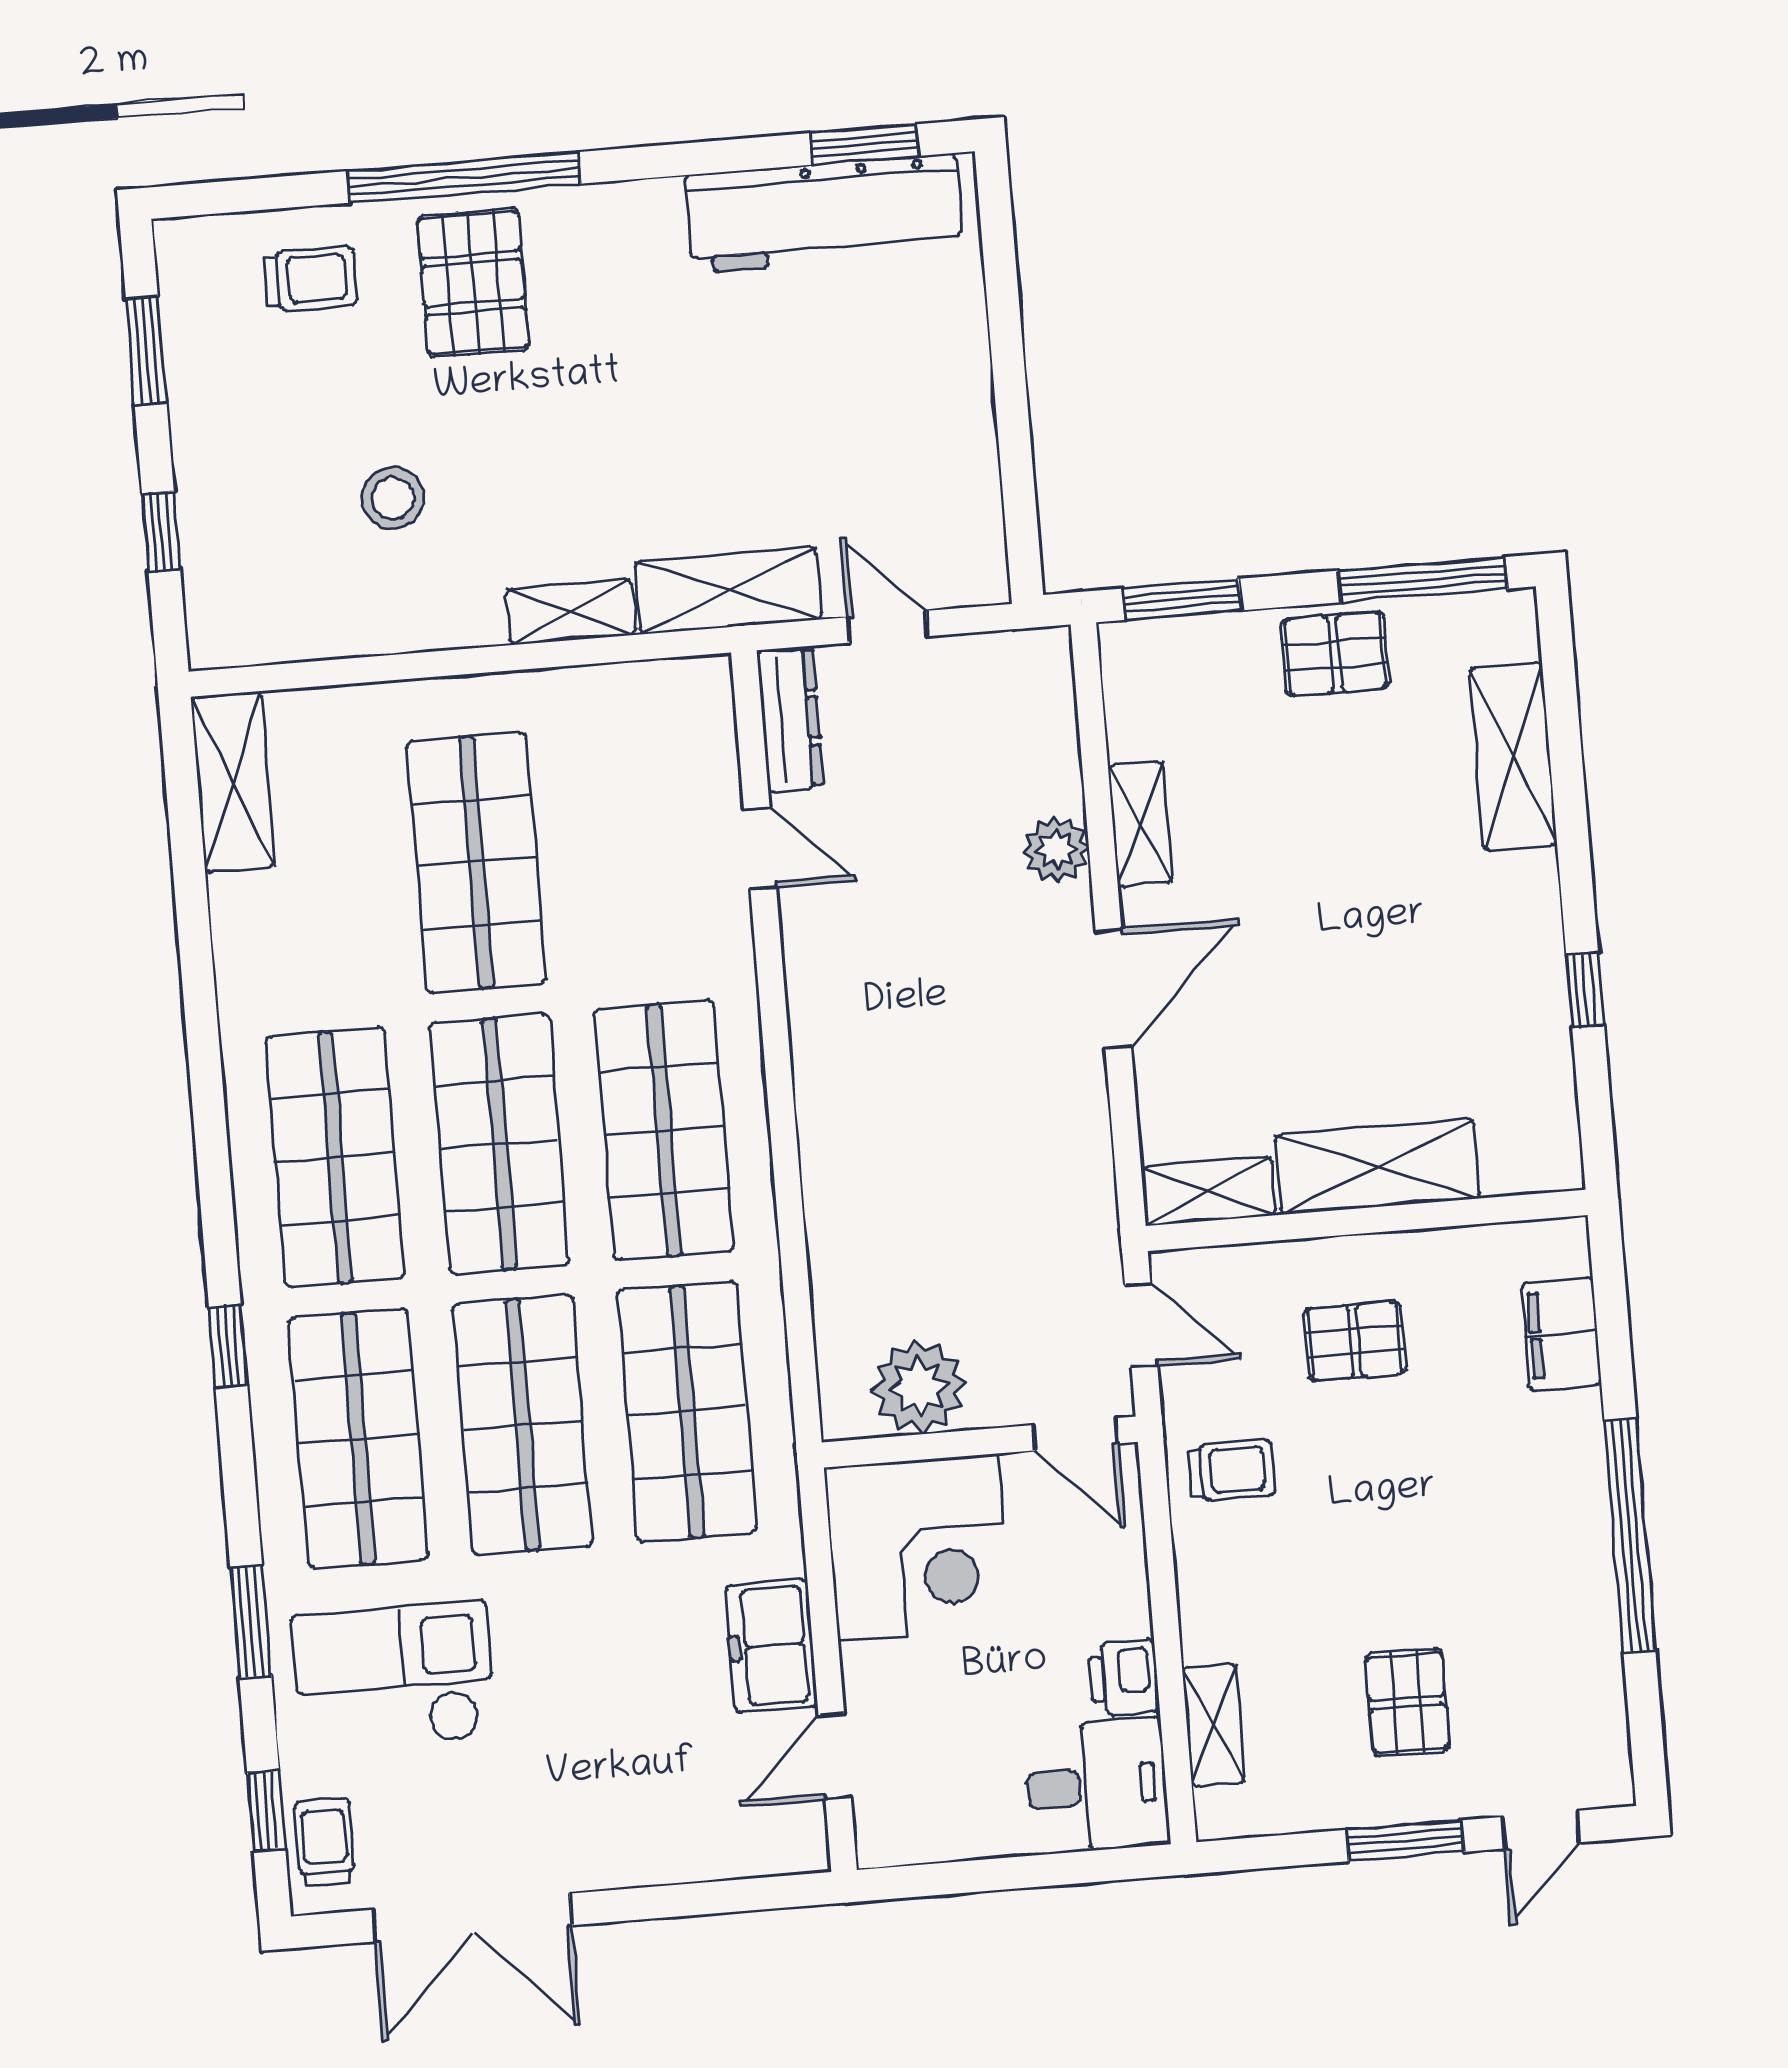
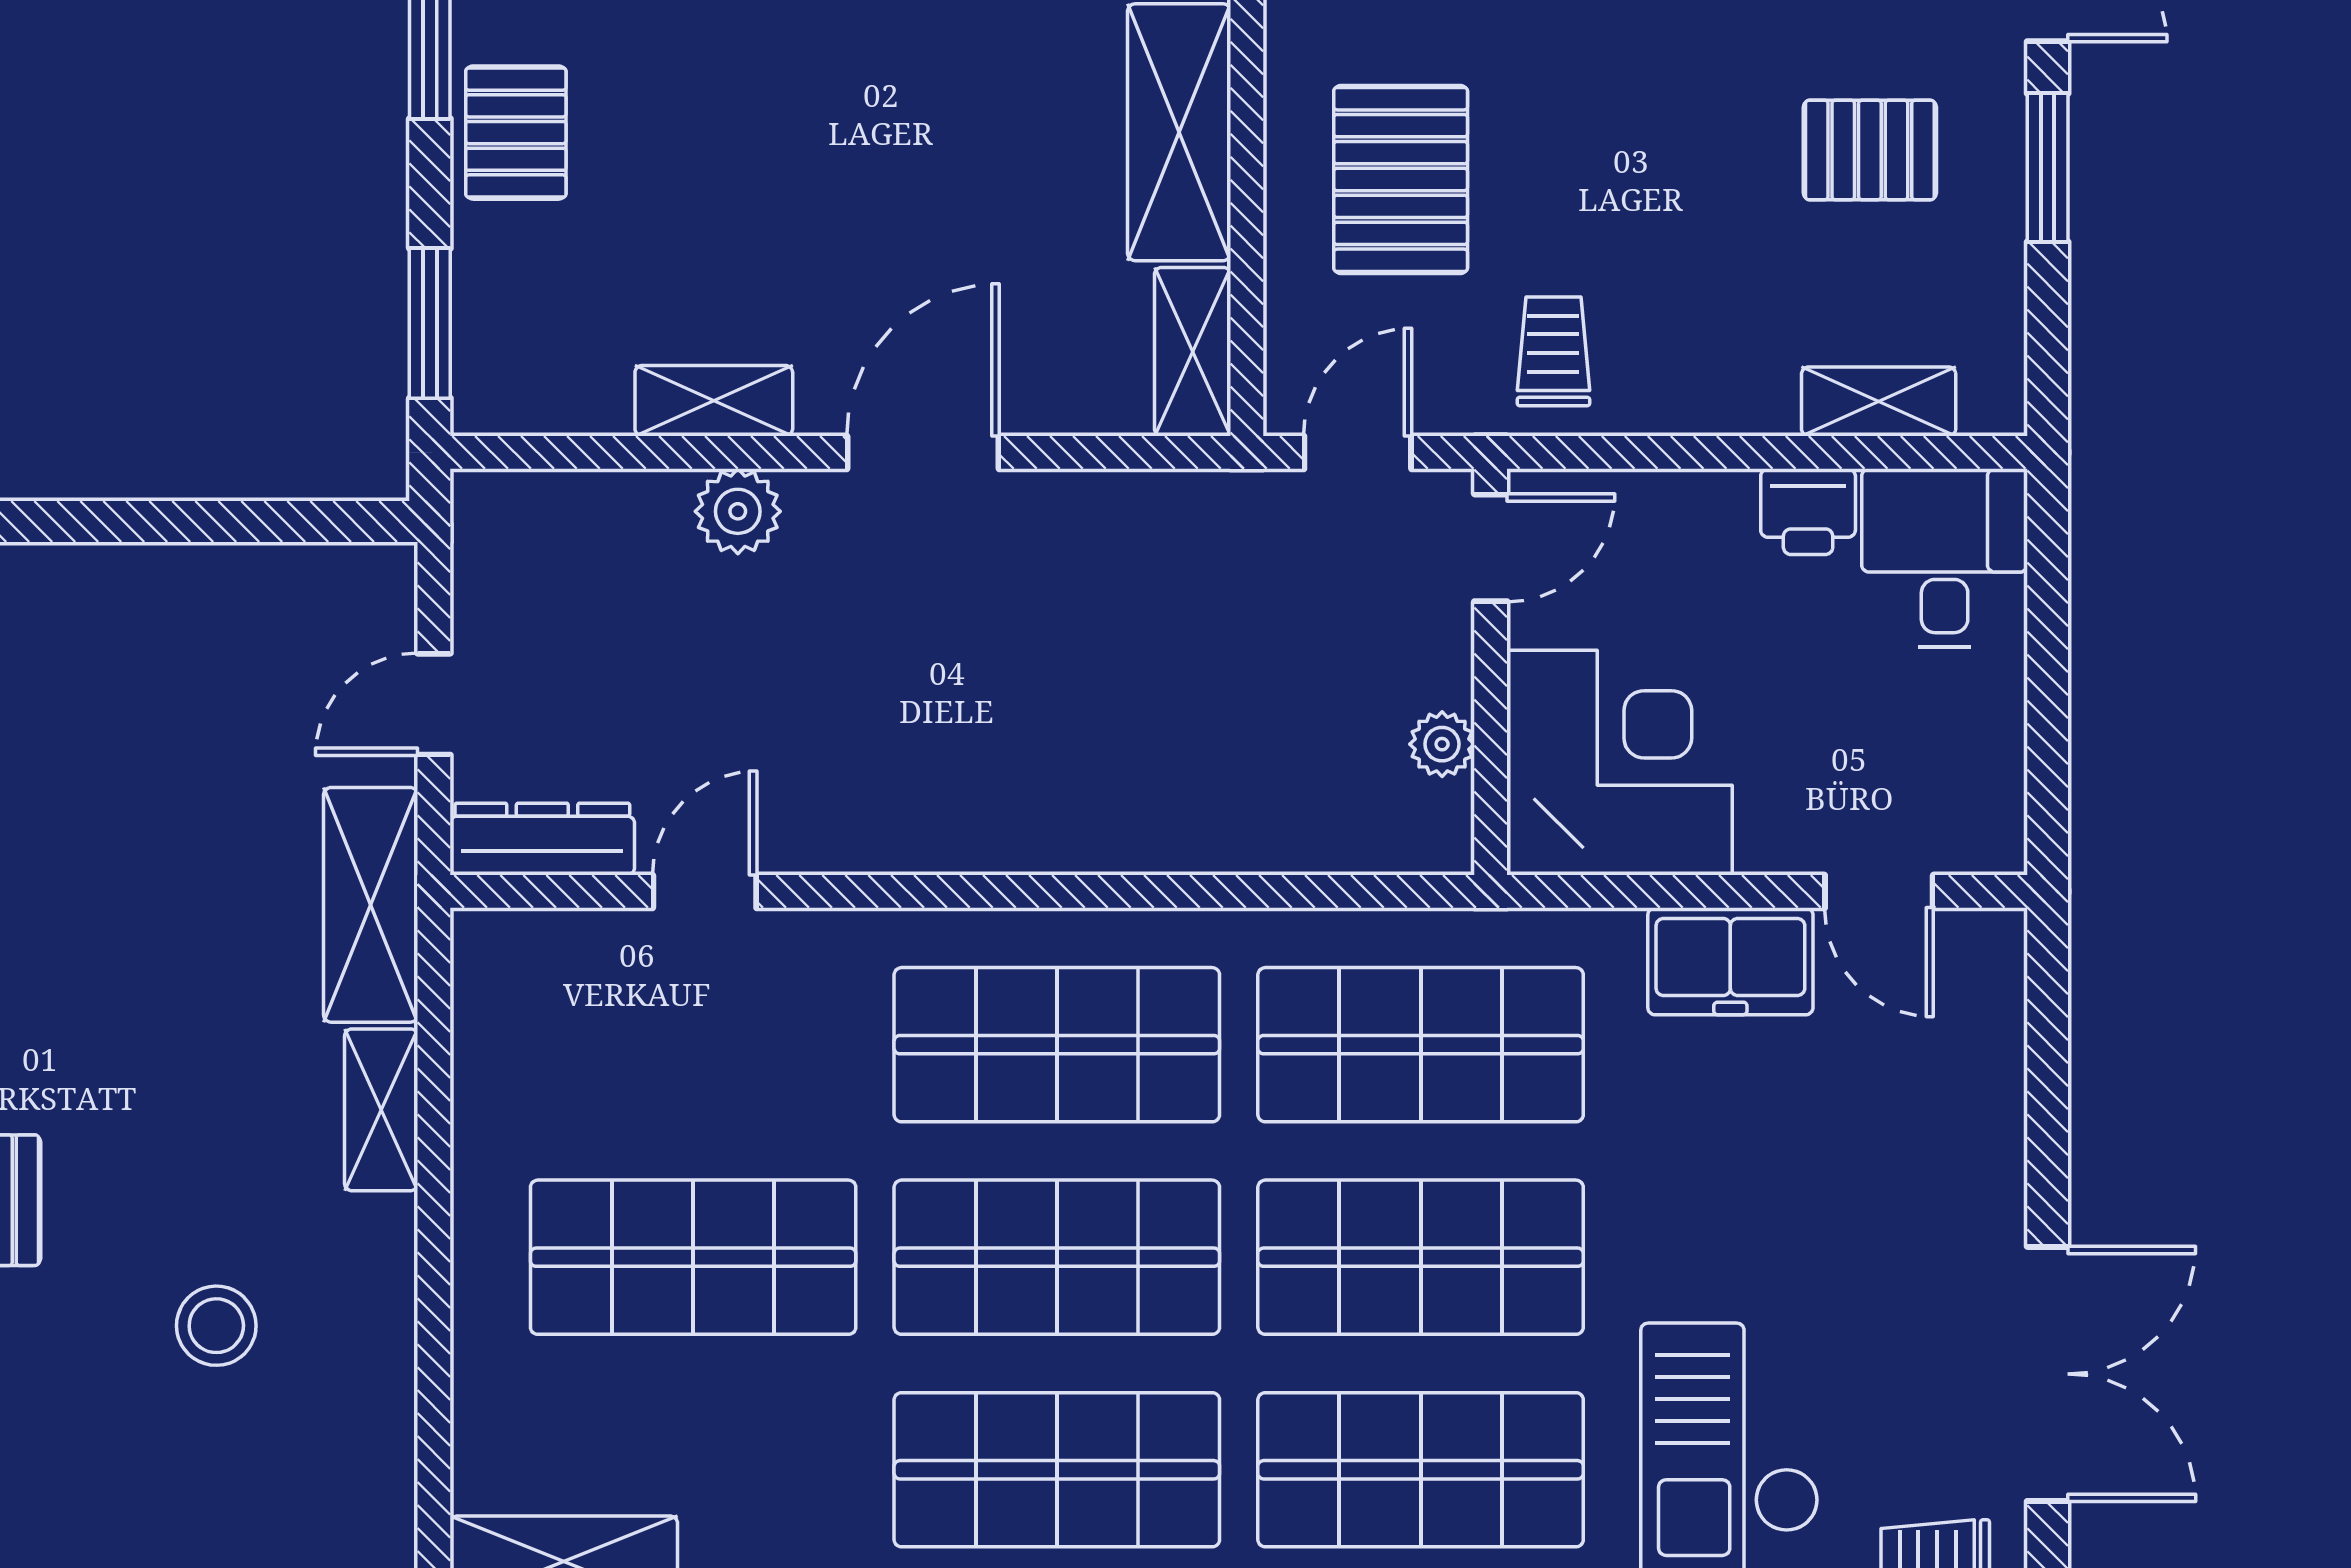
door: (1113, 989) -> (923, 452), hinge flipped
pallet: (1355, 1341) -> (1401, 179), width x1.50, depth x1.42
plant: (919, 1387) -> (1442, 744), width x0.53, depth x0.53

